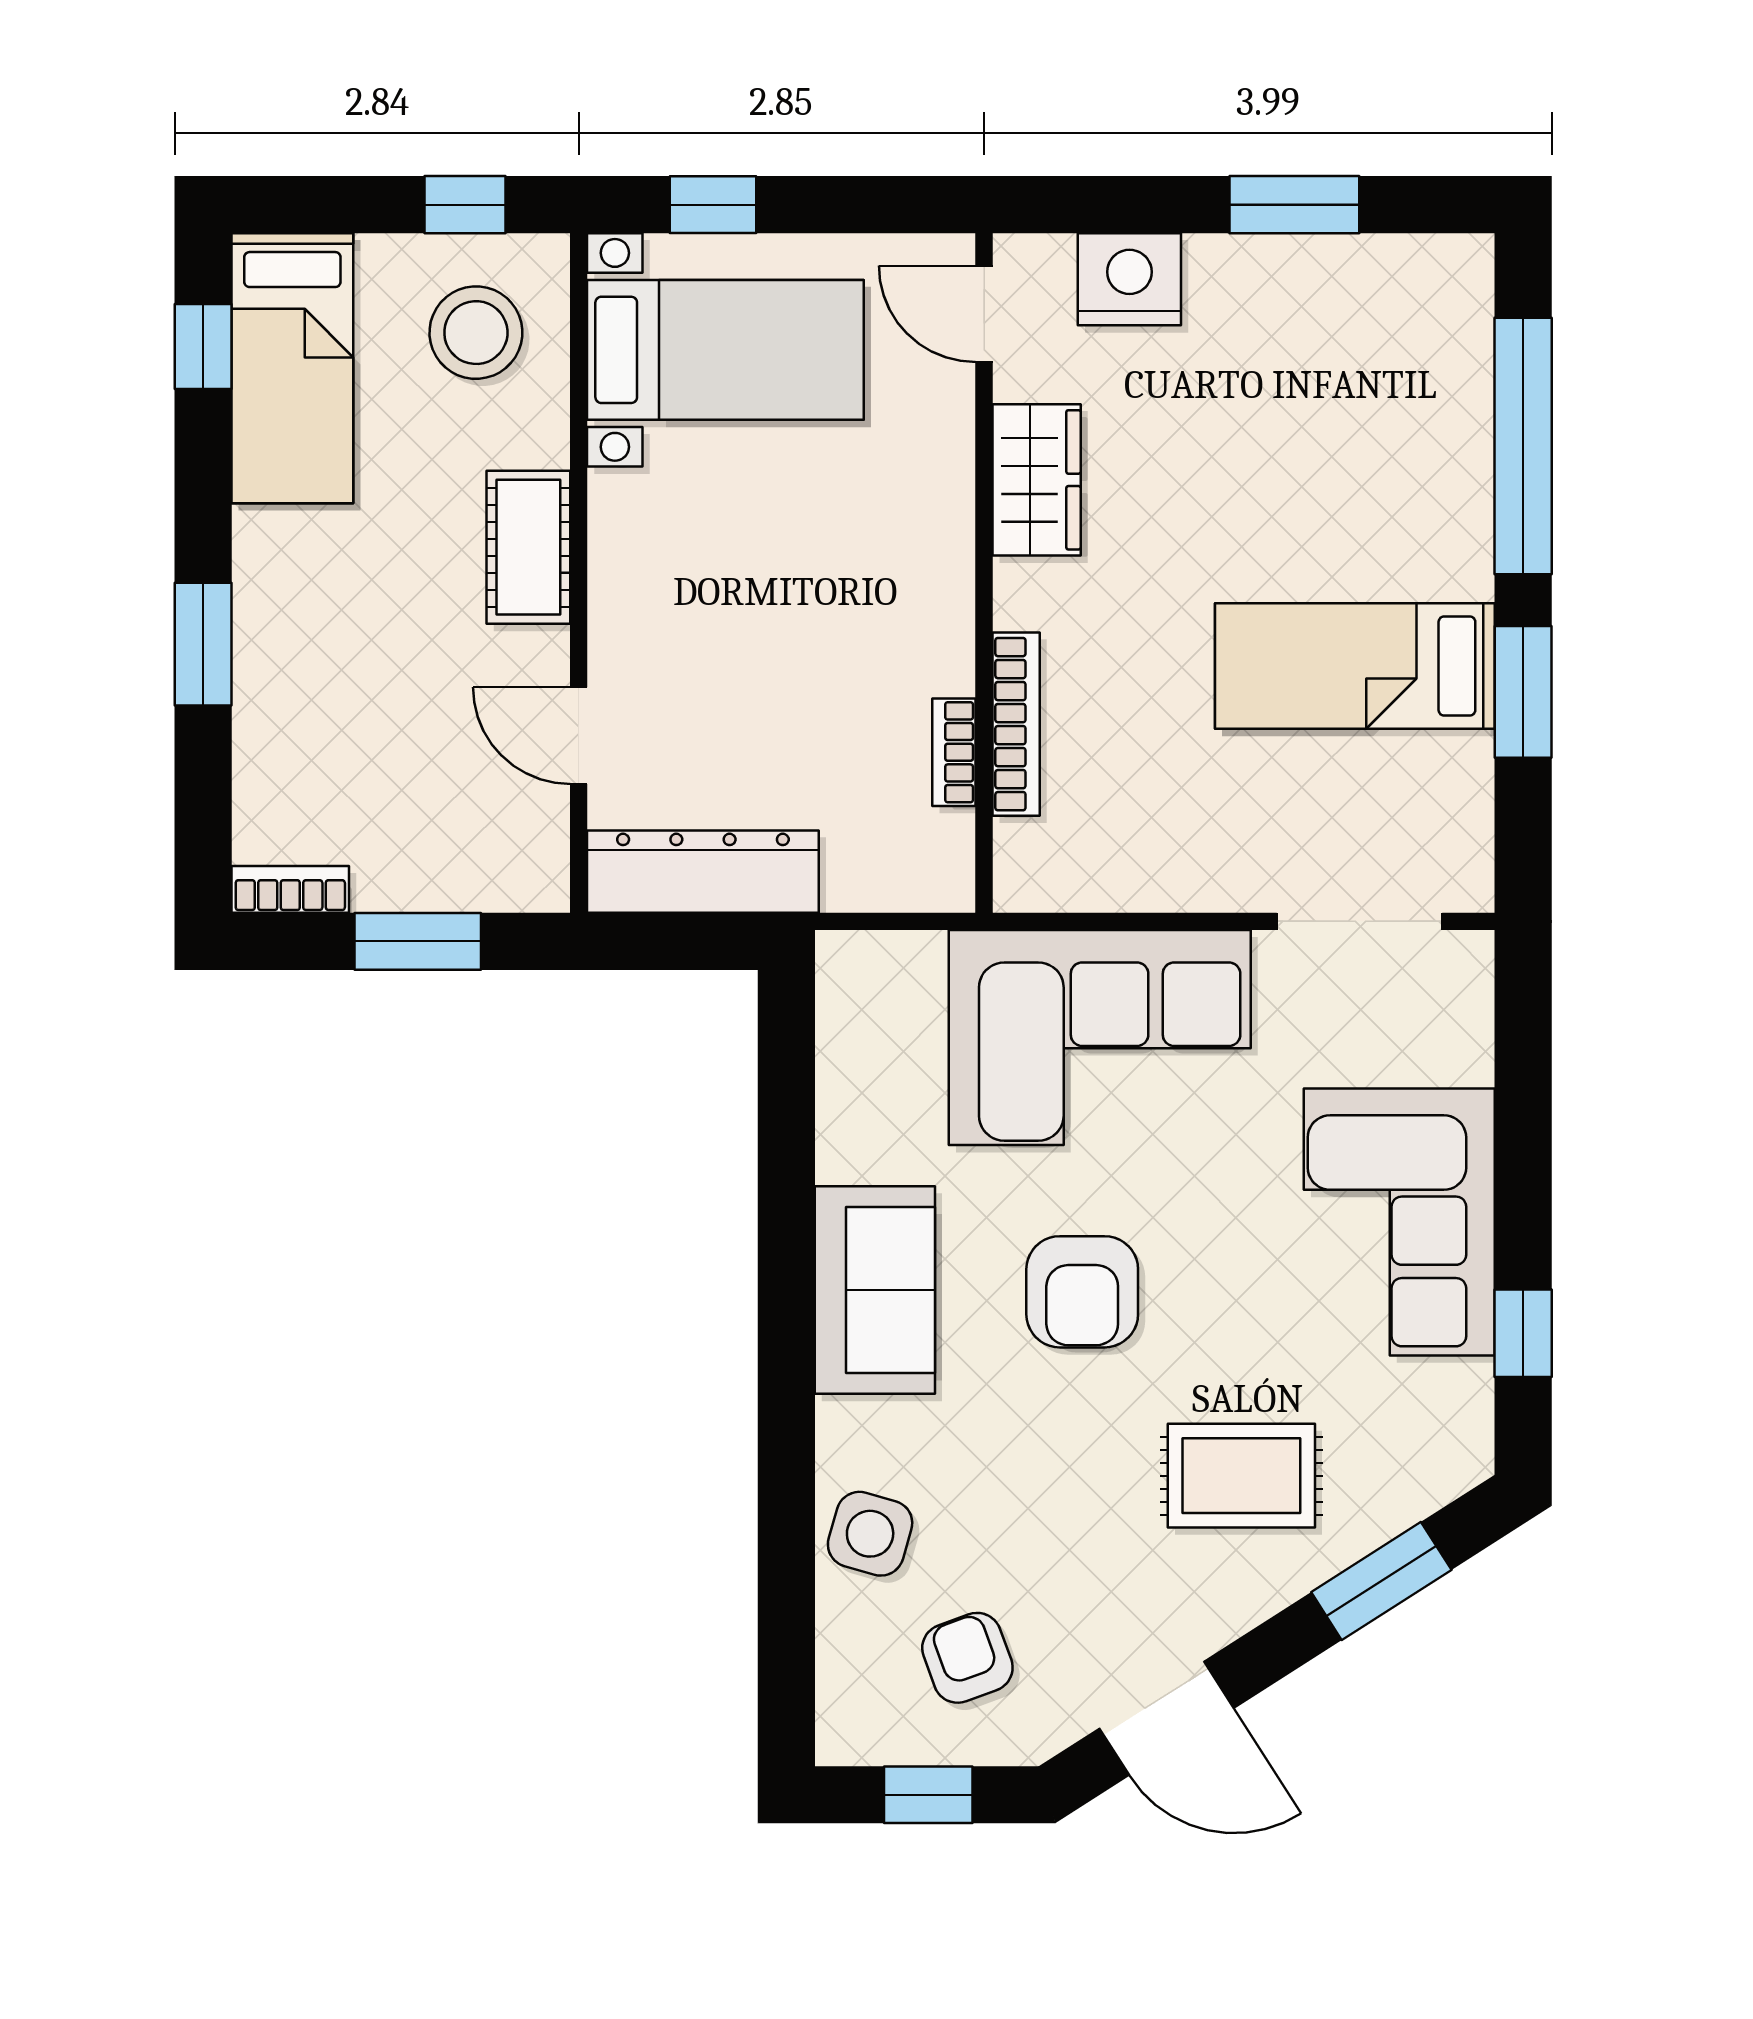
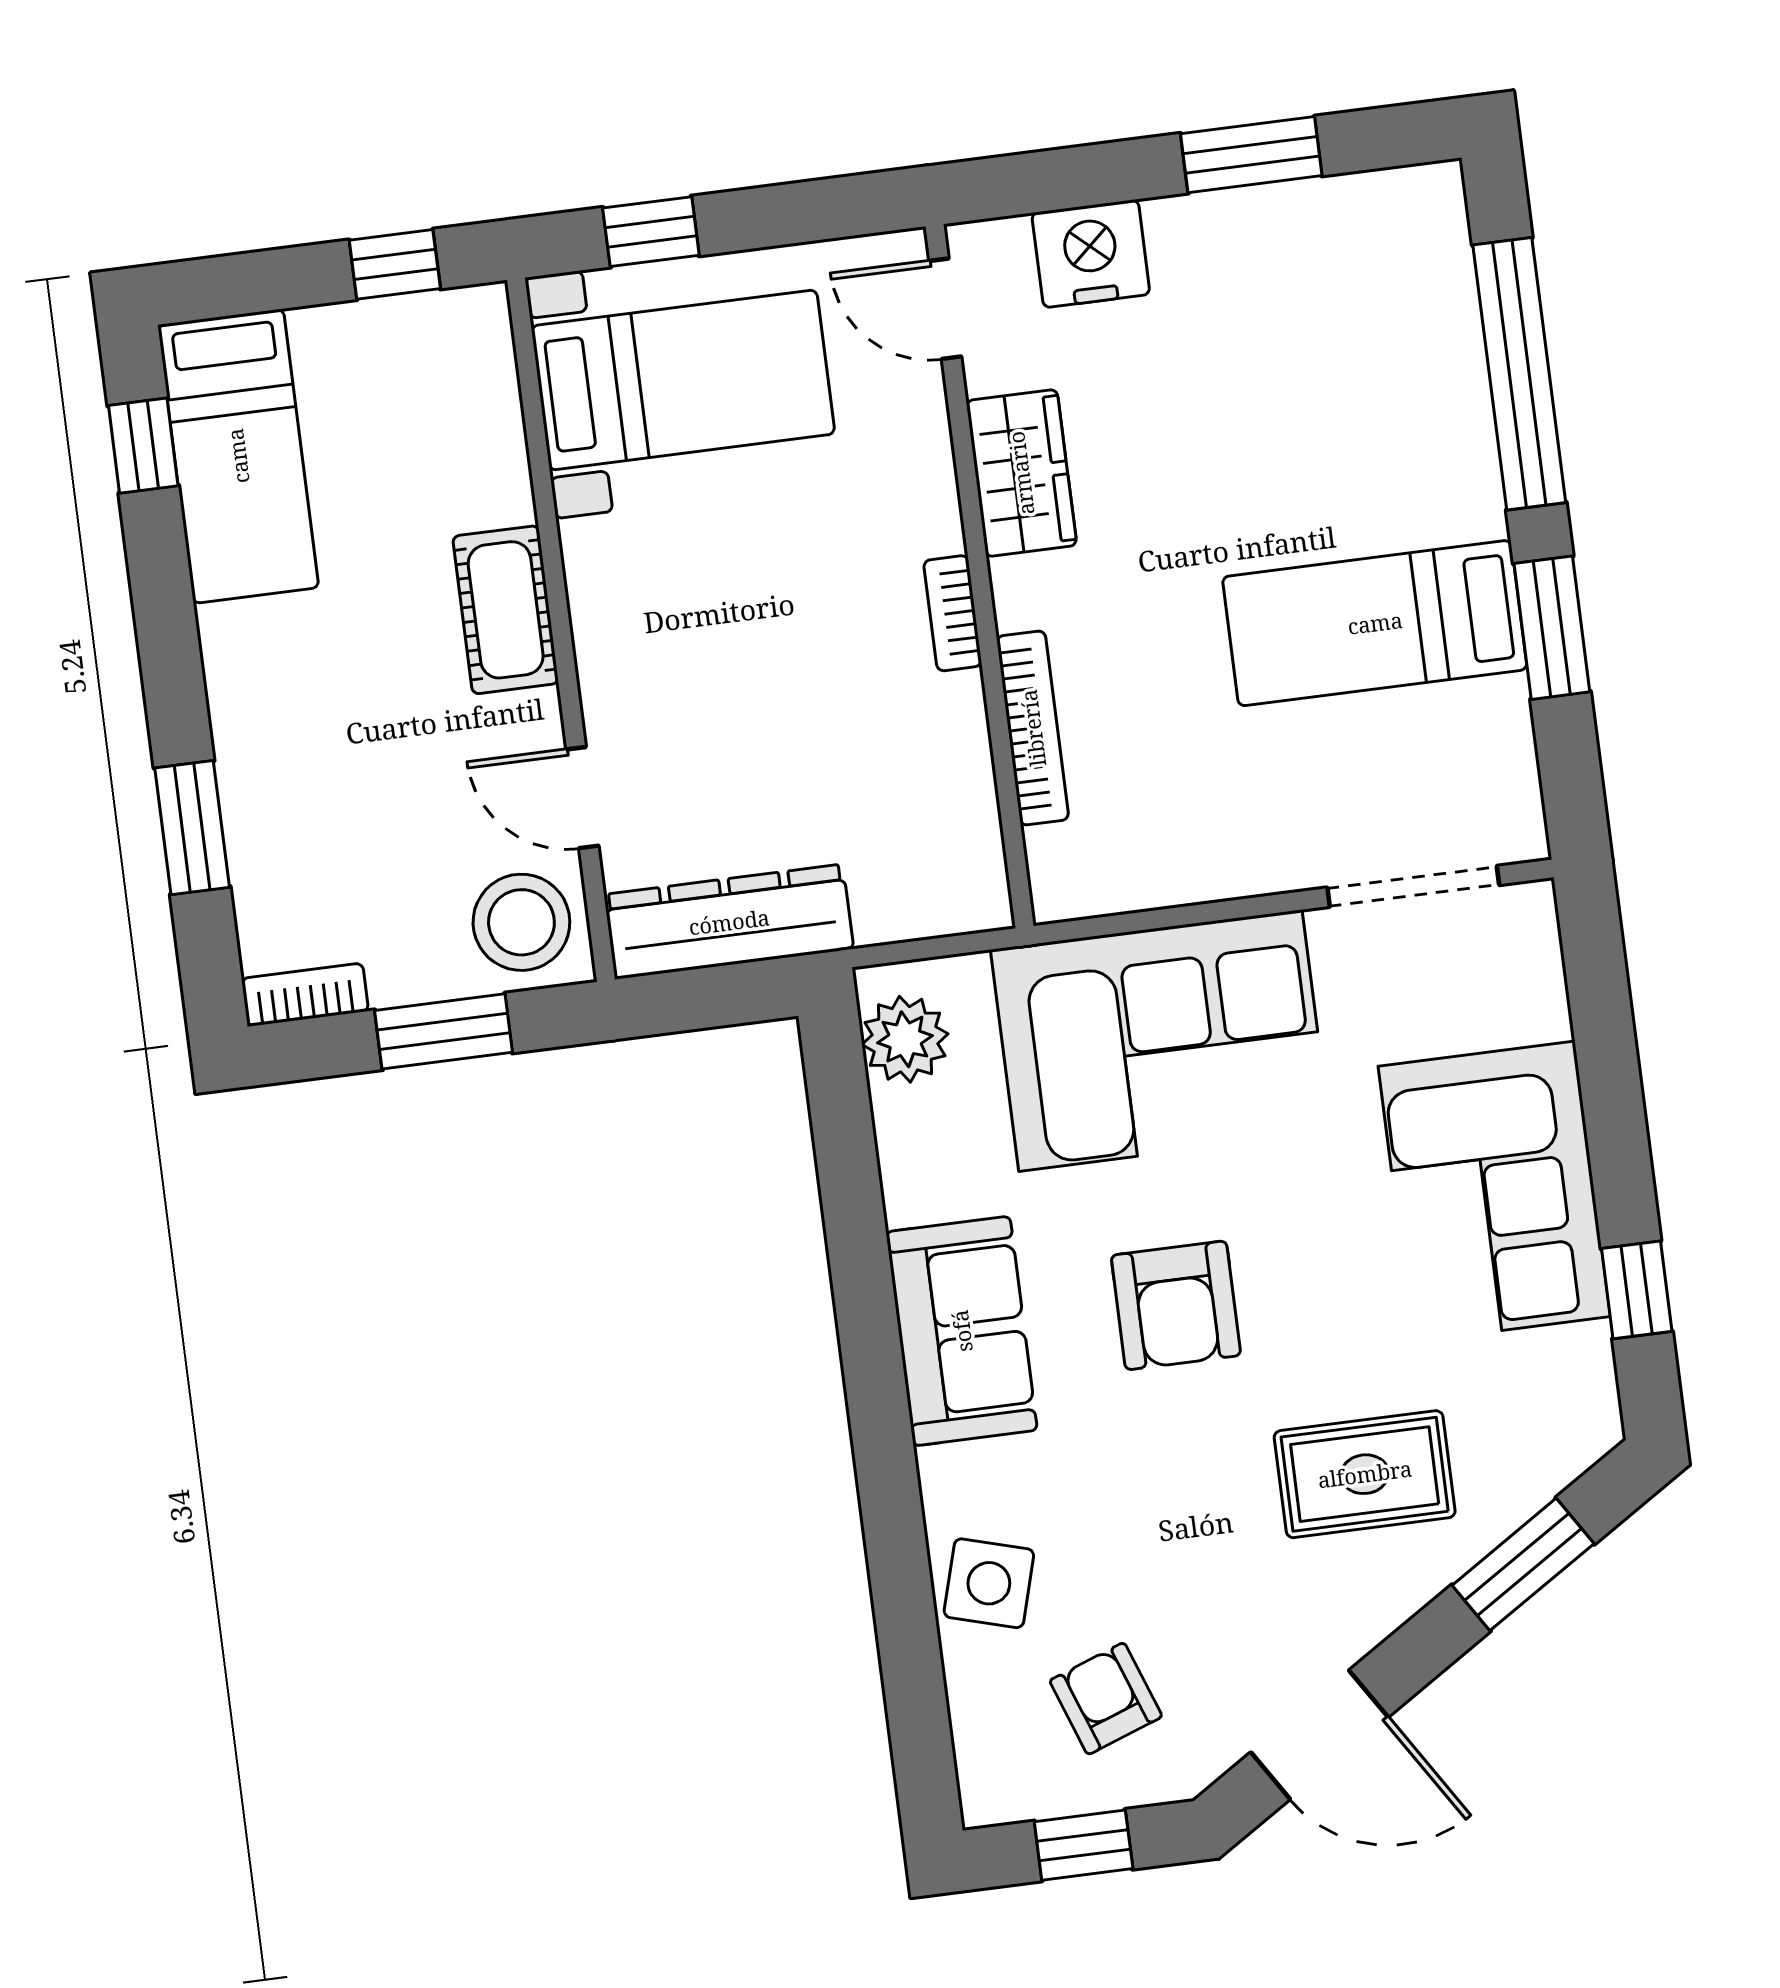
stool: (476, 333) -> (521, 922), moved
window: (203, 644) -> (192, 828), moved
bookcase: (954, 752) -> (953, 613), moved
plant: (856, 1005) -> (905, 1039), added

